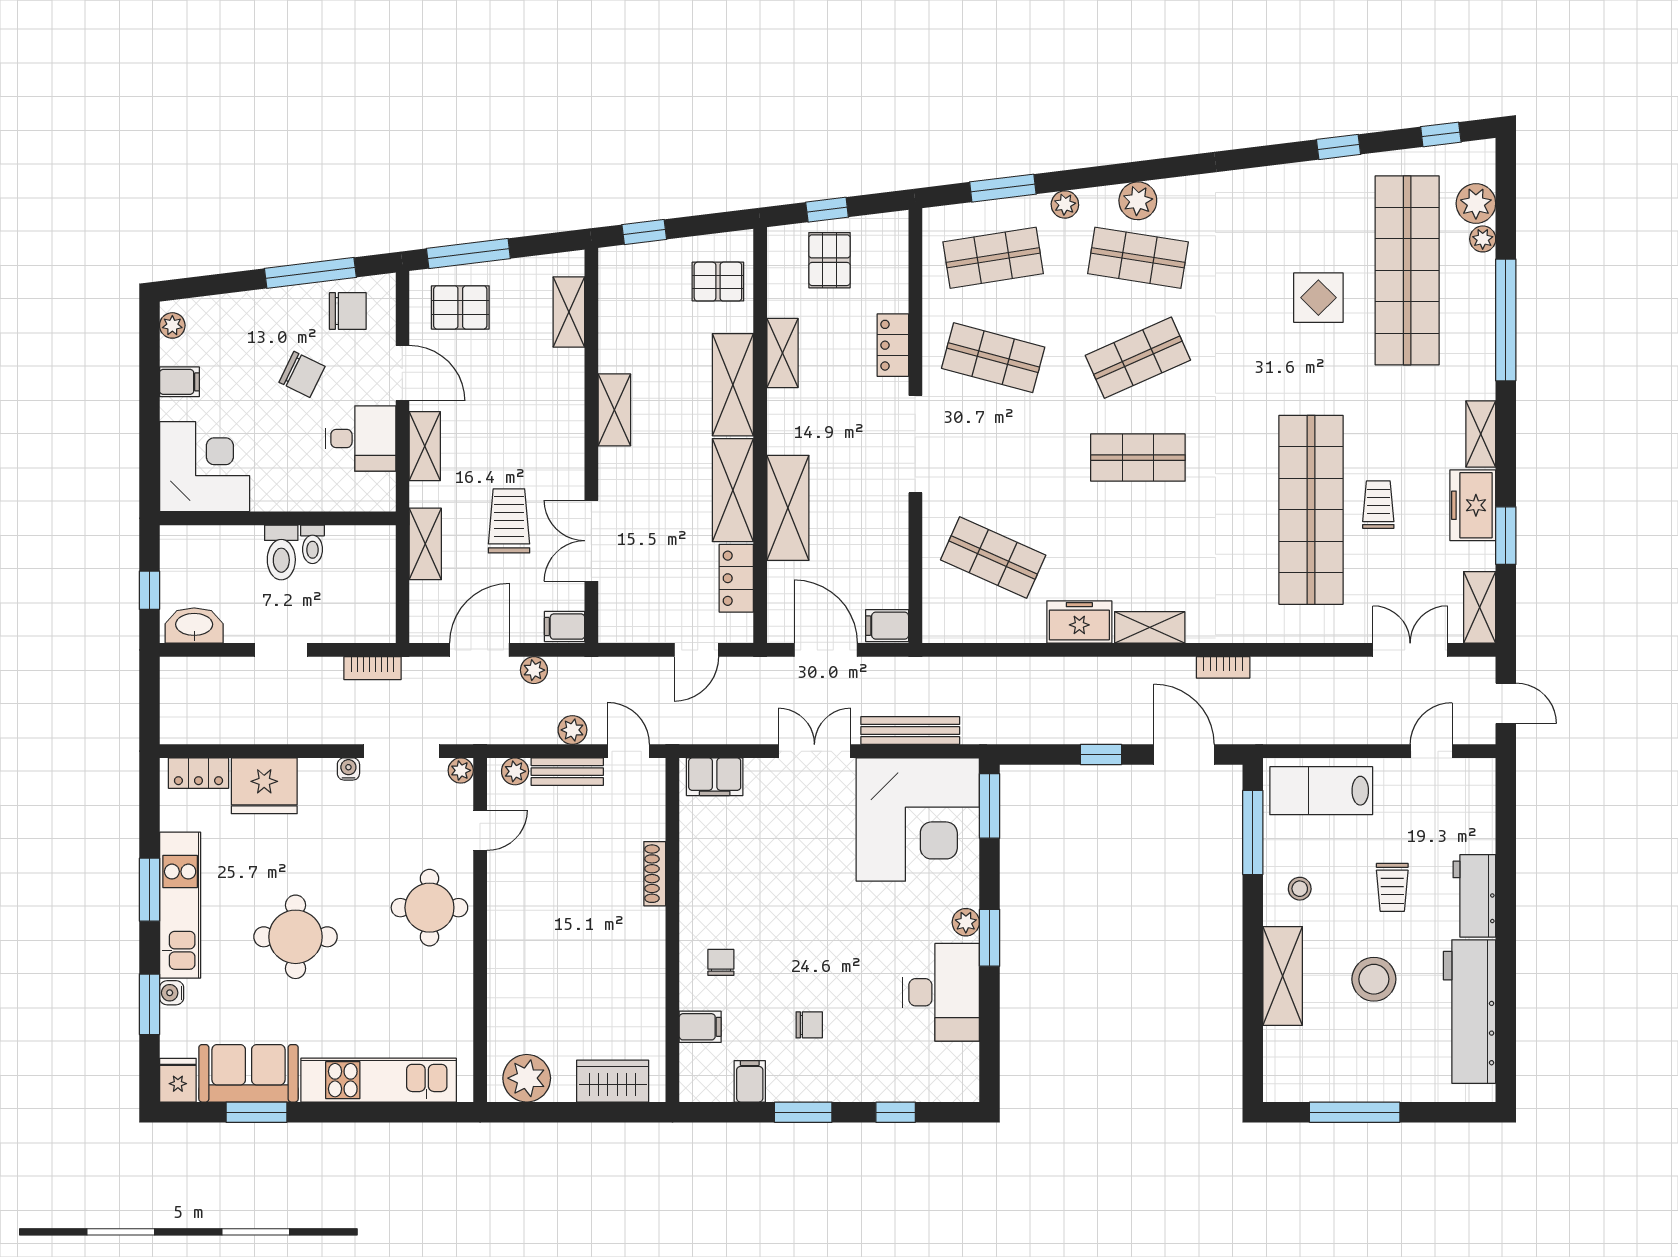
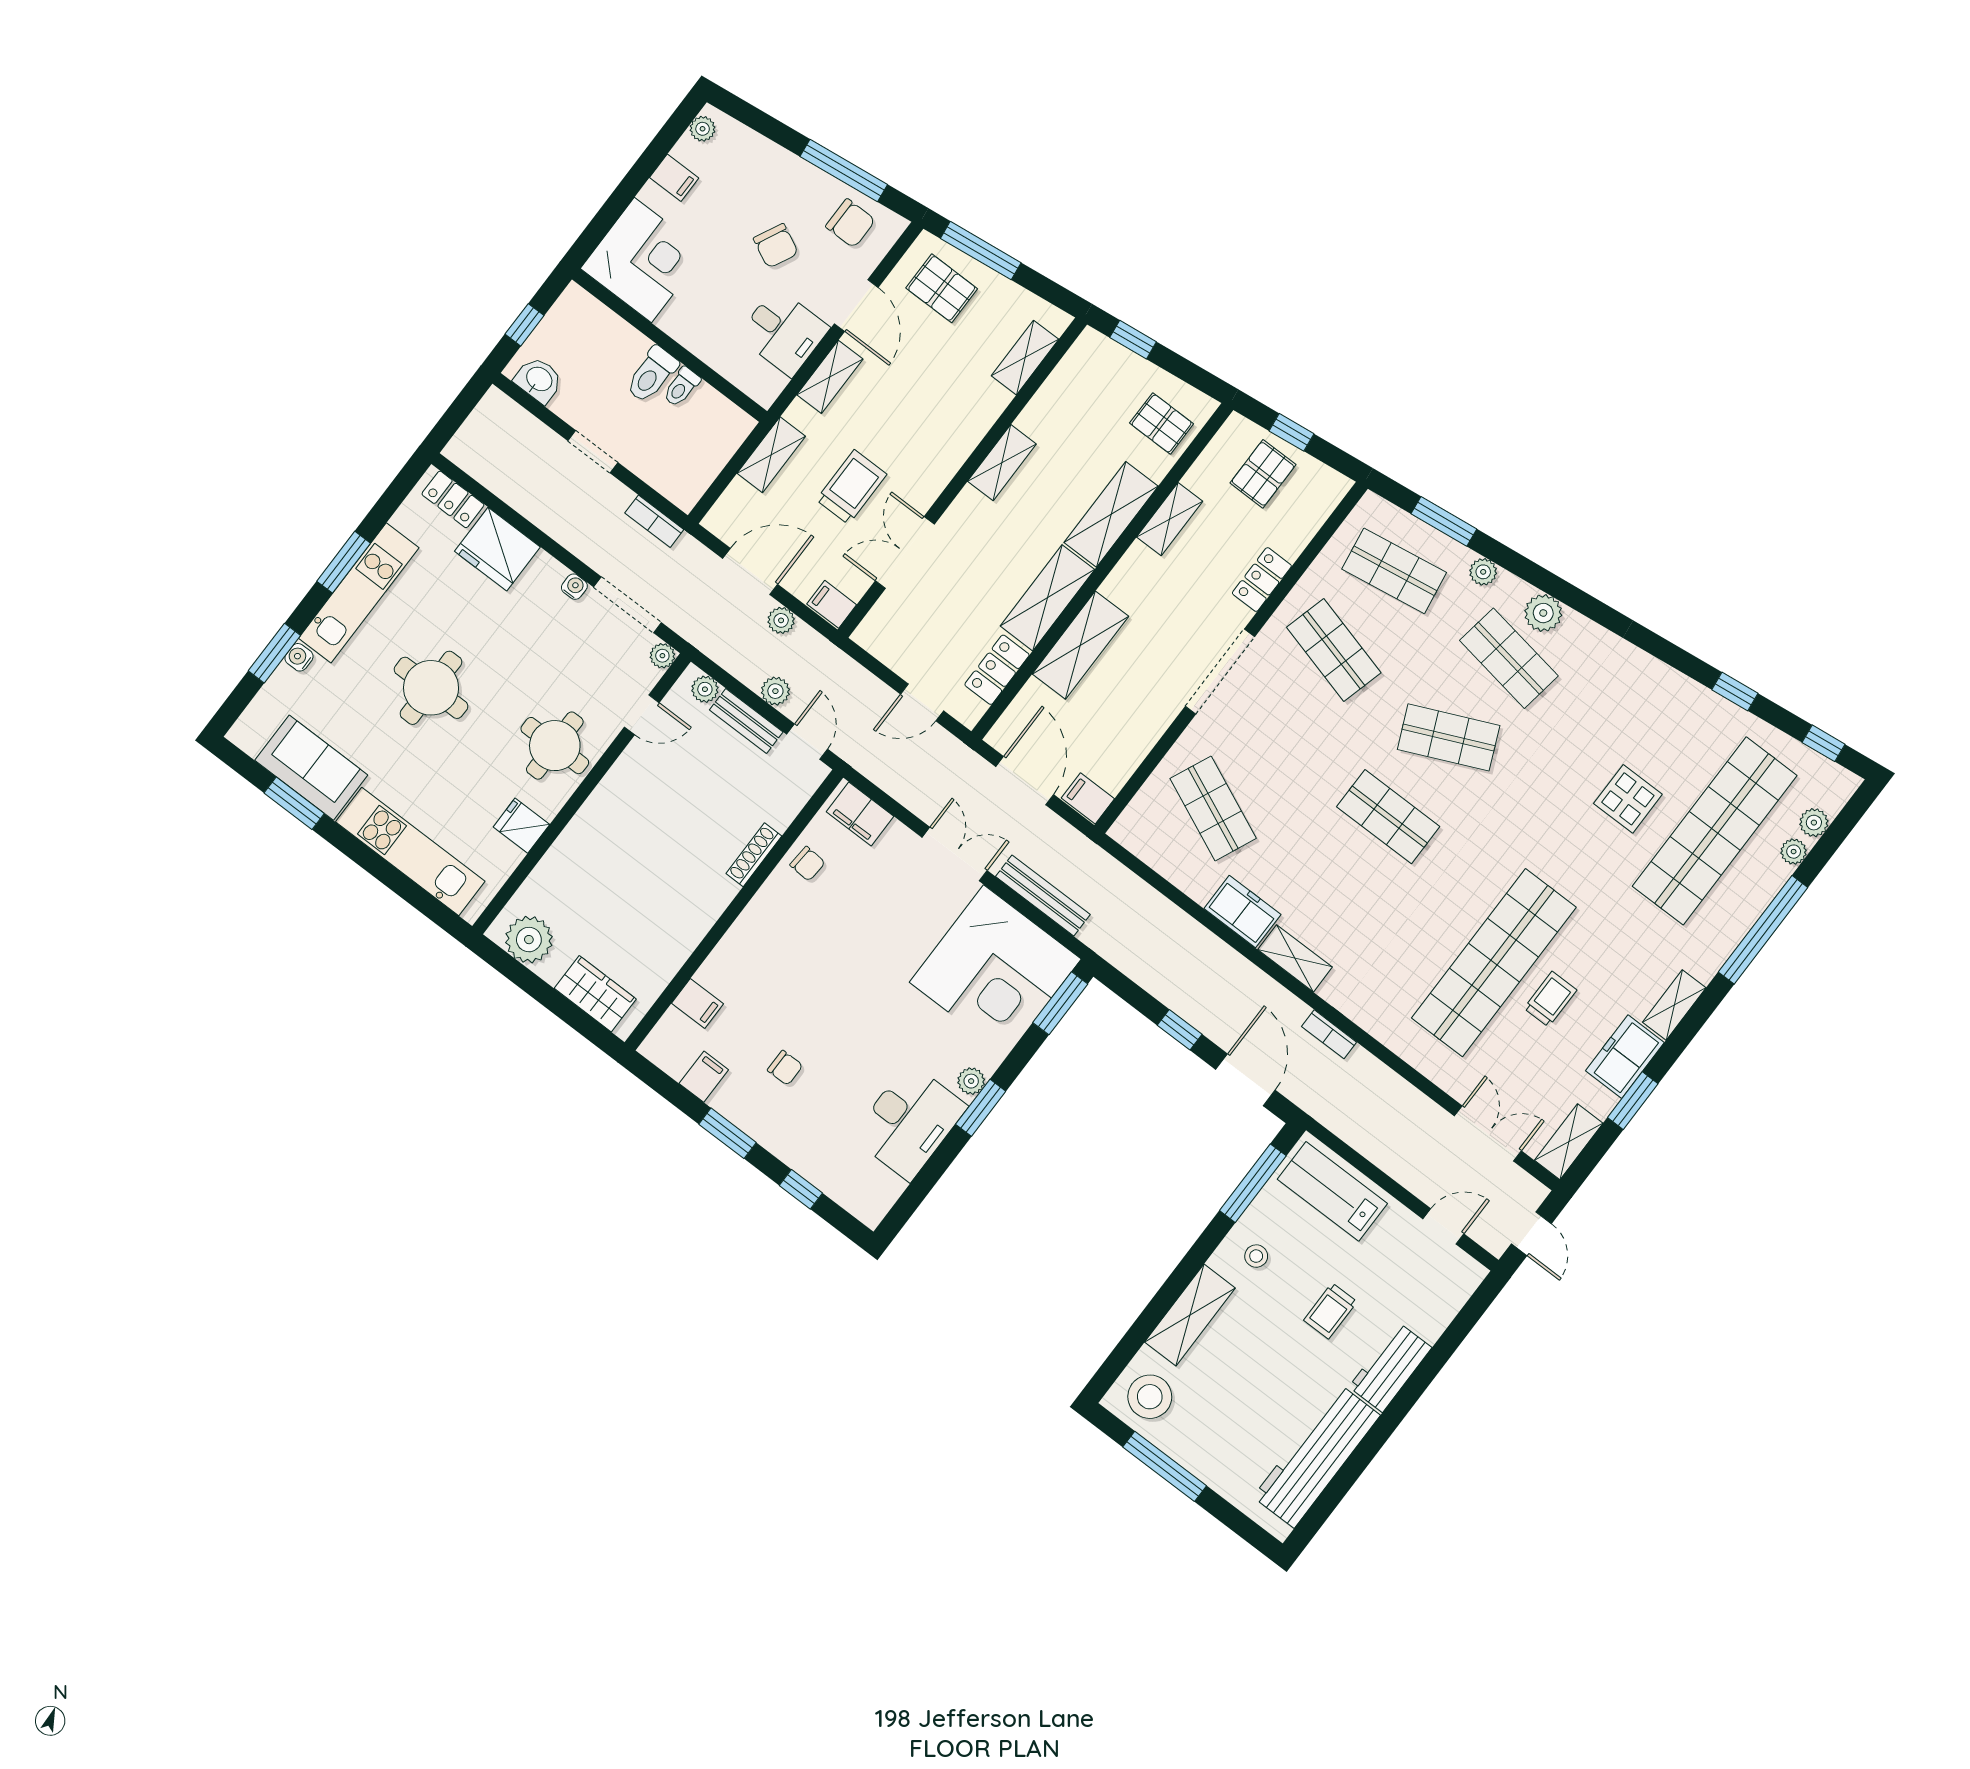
plant: (1476, 203) -> (1814, 823), width x0.73, depth x0.73
washbasin: (194, 625) -> (539, 380), width x0.72
chair: (721, 962) -> (807, 864), moved, turned 94
stool: (1374, 979) -> (1150, 1397), moved
fridge: (178, 1080) -> (521, 826), moved, turned -90

